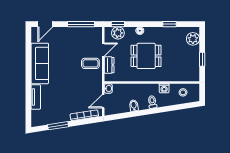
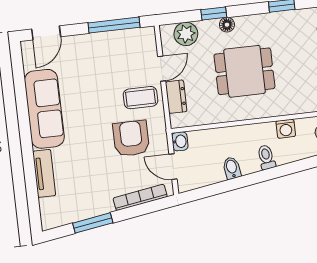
window: (118, 24) -> (214, 14), moved
armchair: (83, 84) -> (131, 138), added
door: (103, 101) -> (173, 167), hinge flipped

